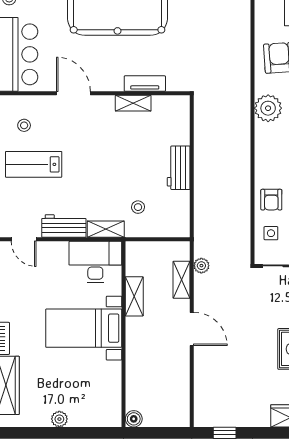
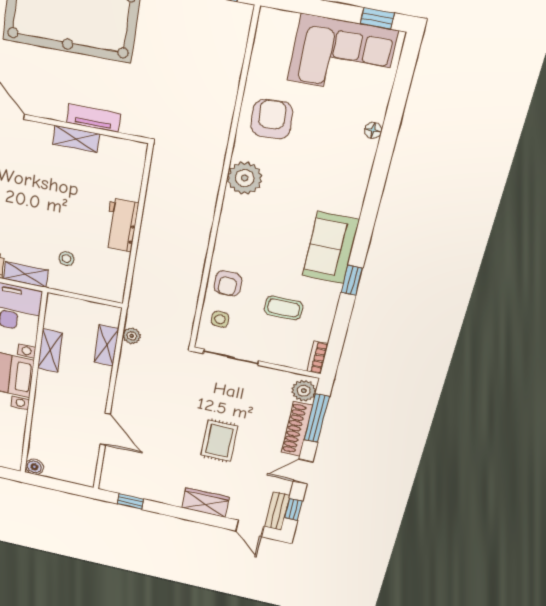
door: (192, 329) -> (105, 429), moved

